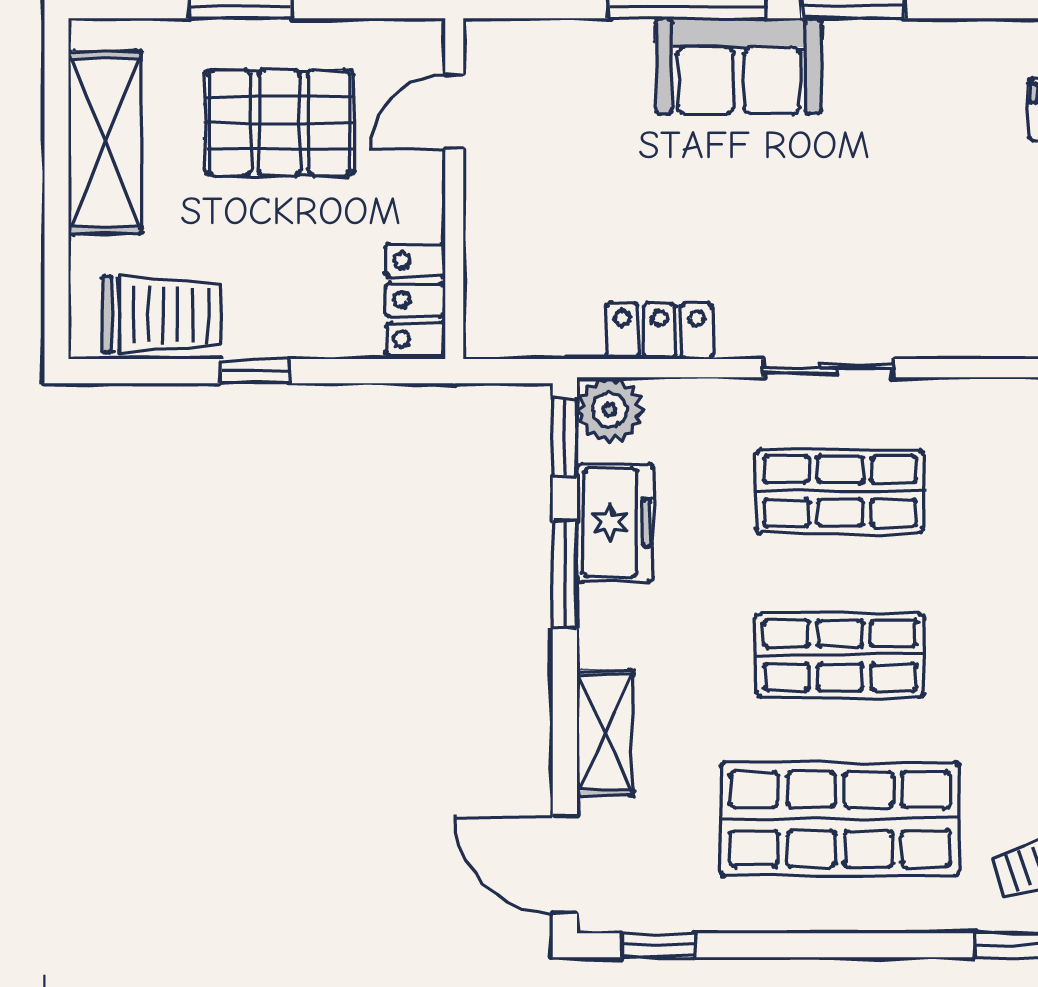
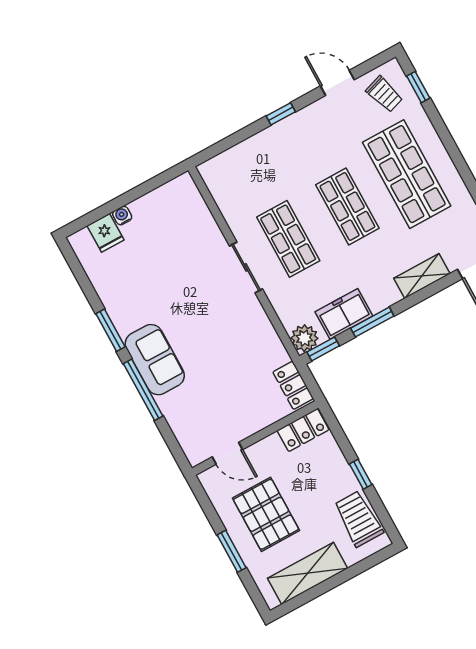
locker: (659, 331) -> (293, 385), moved

